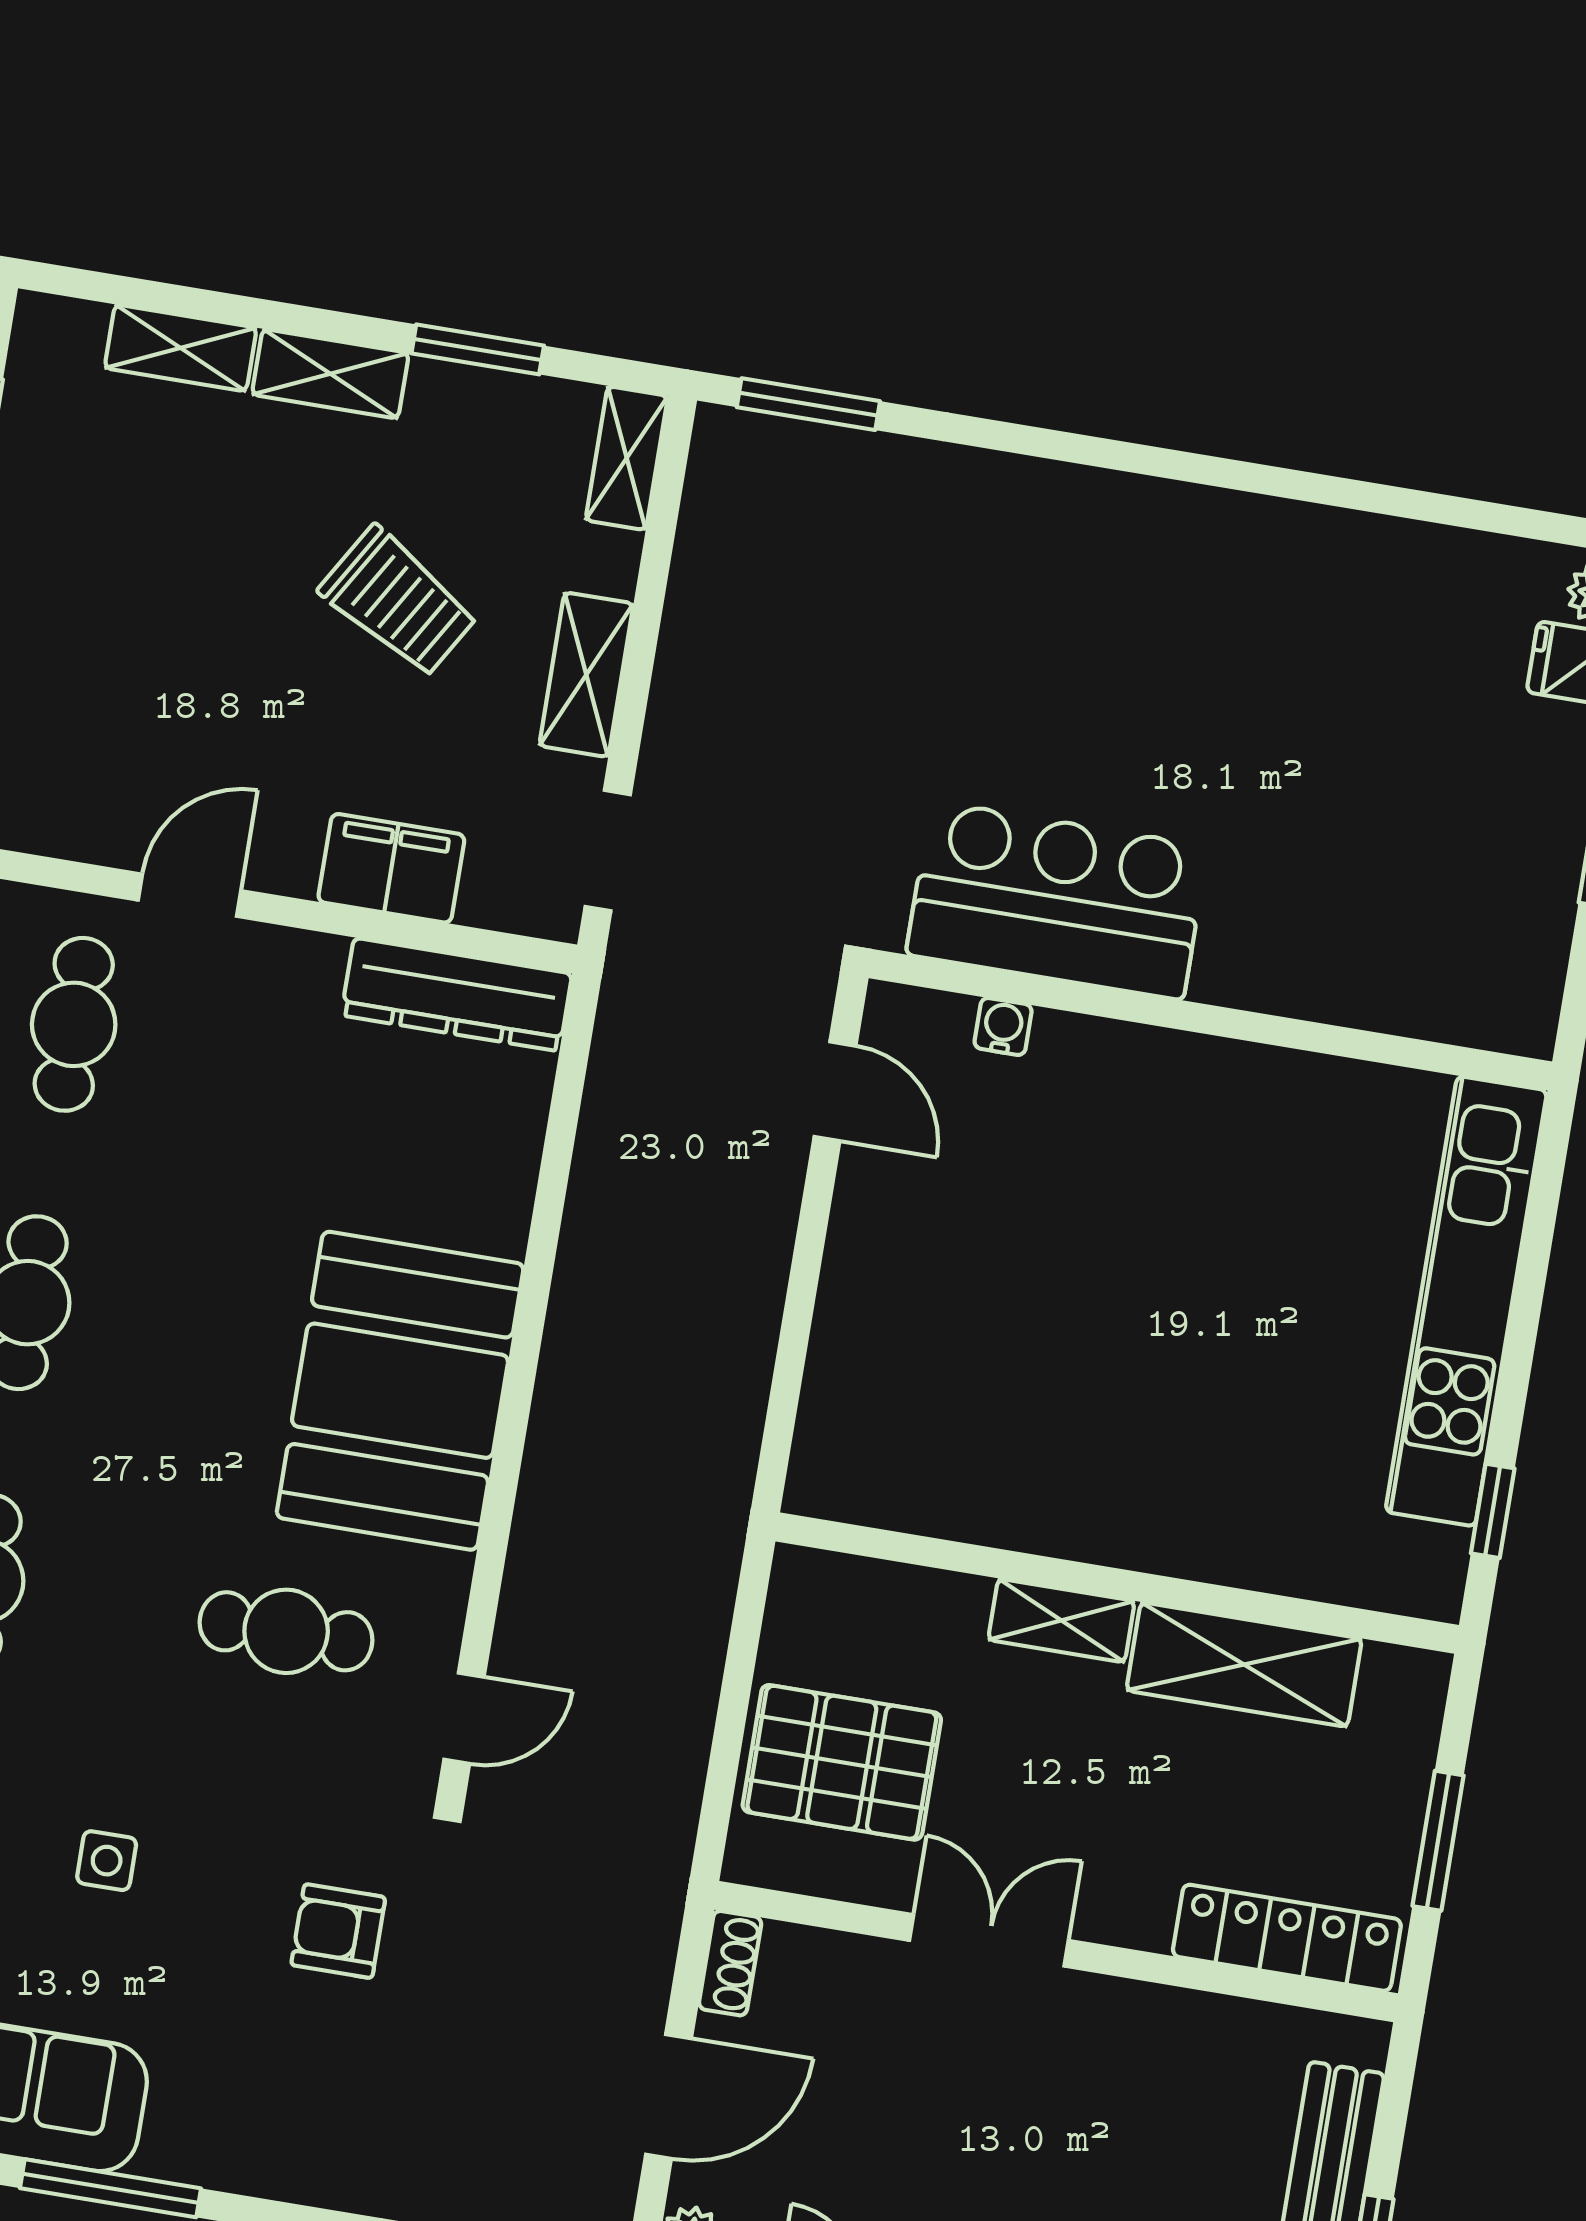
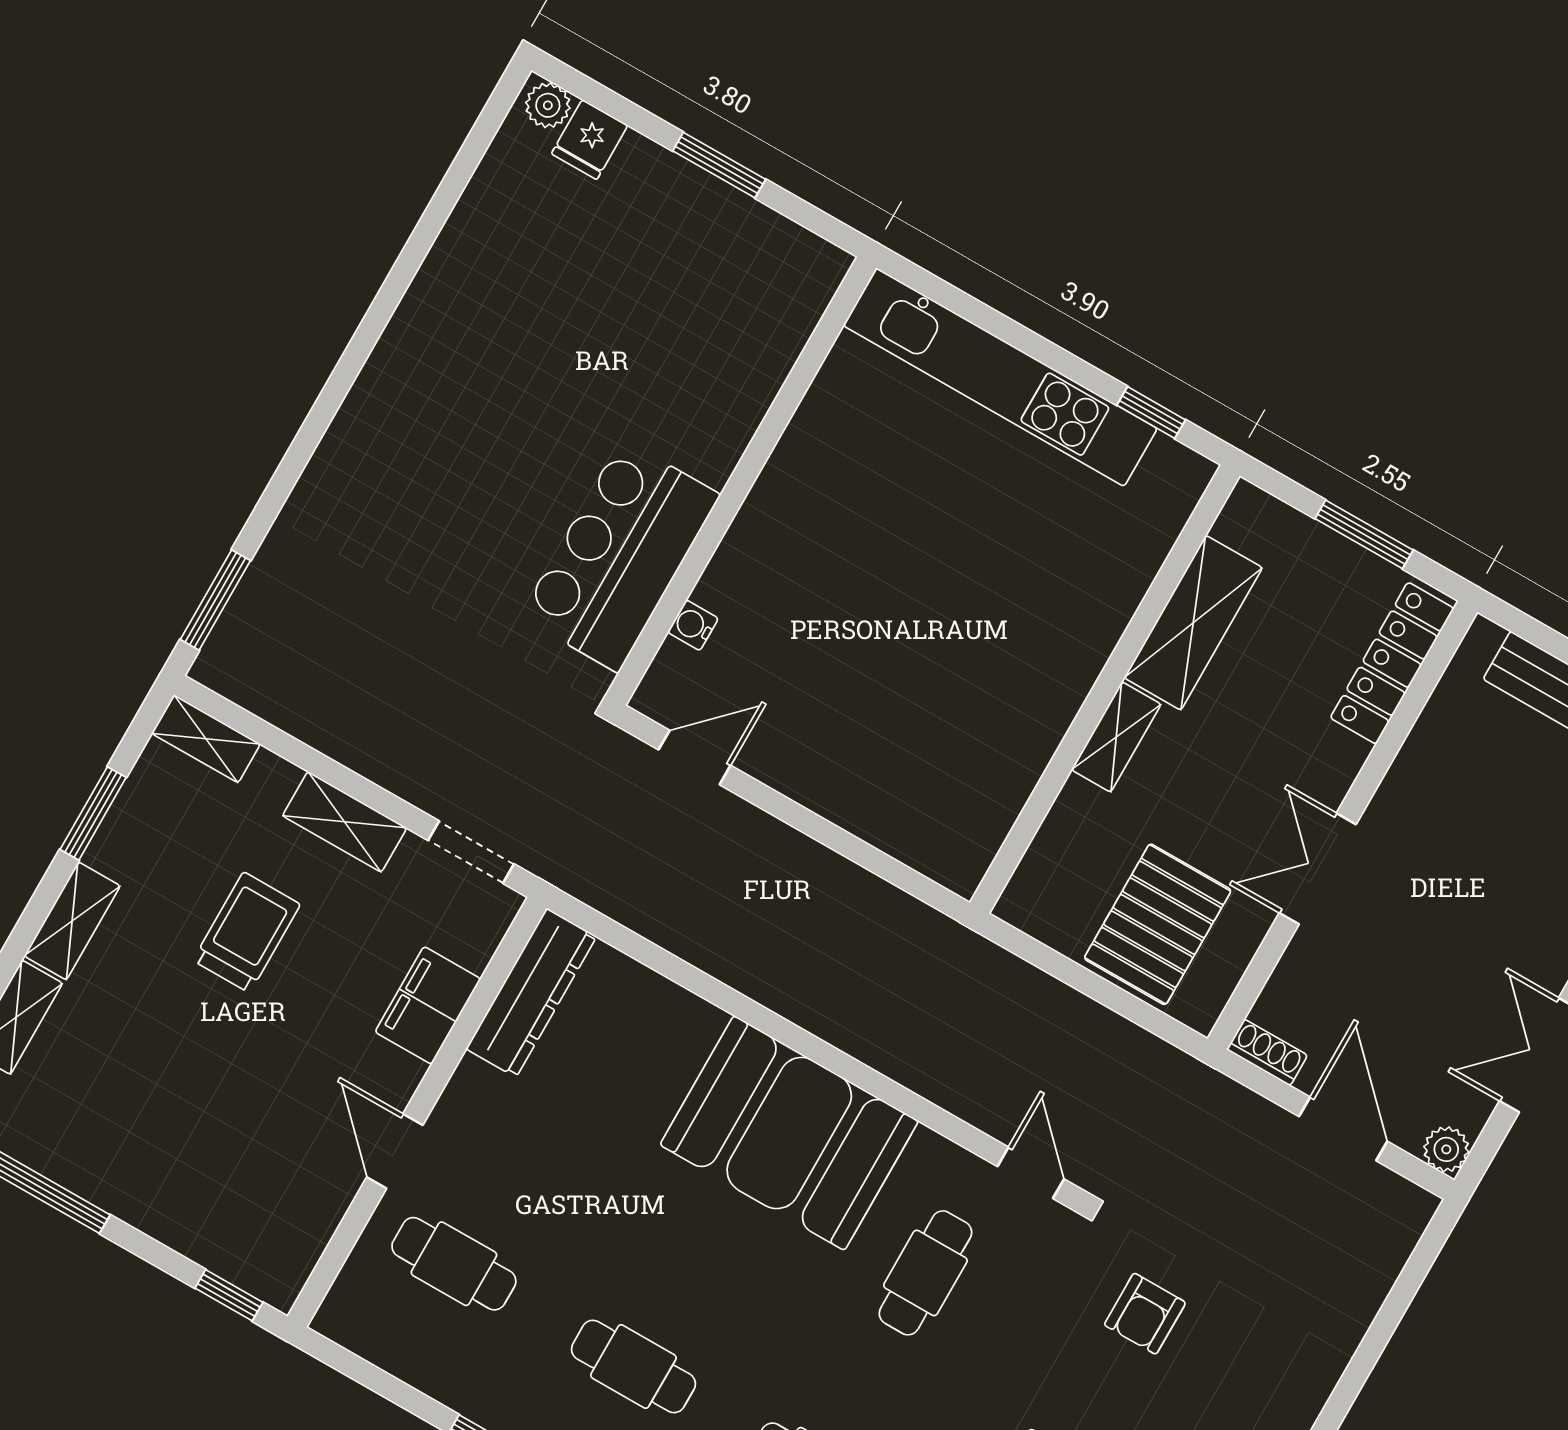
trolley: (399, 602) -> (247, 932), turned -31

